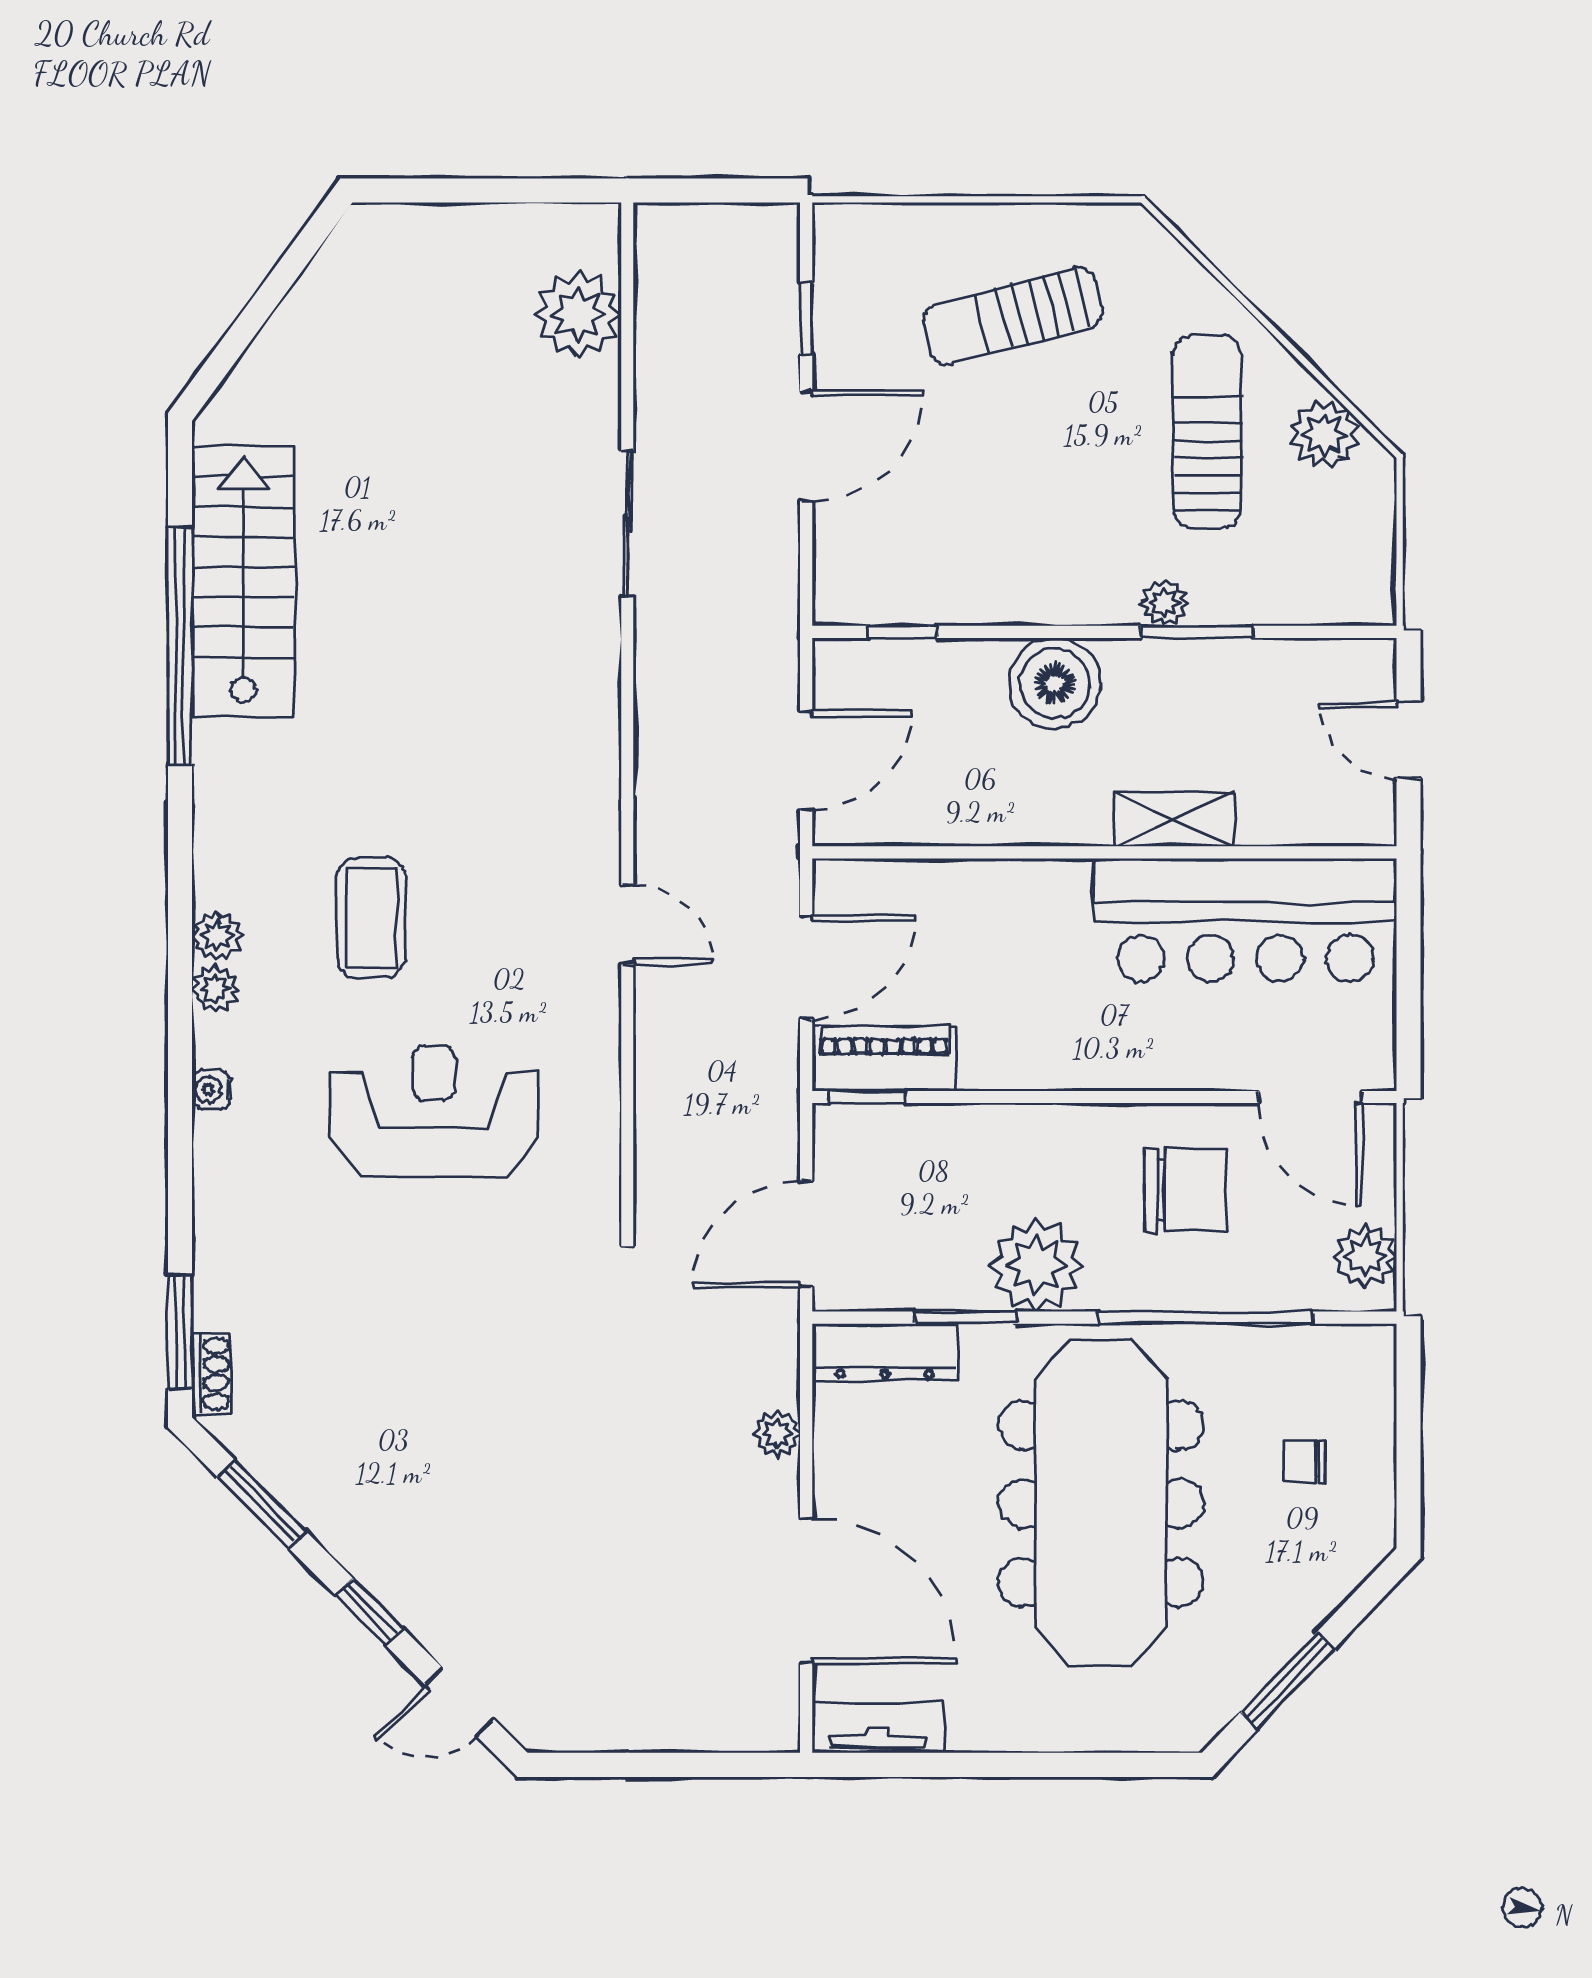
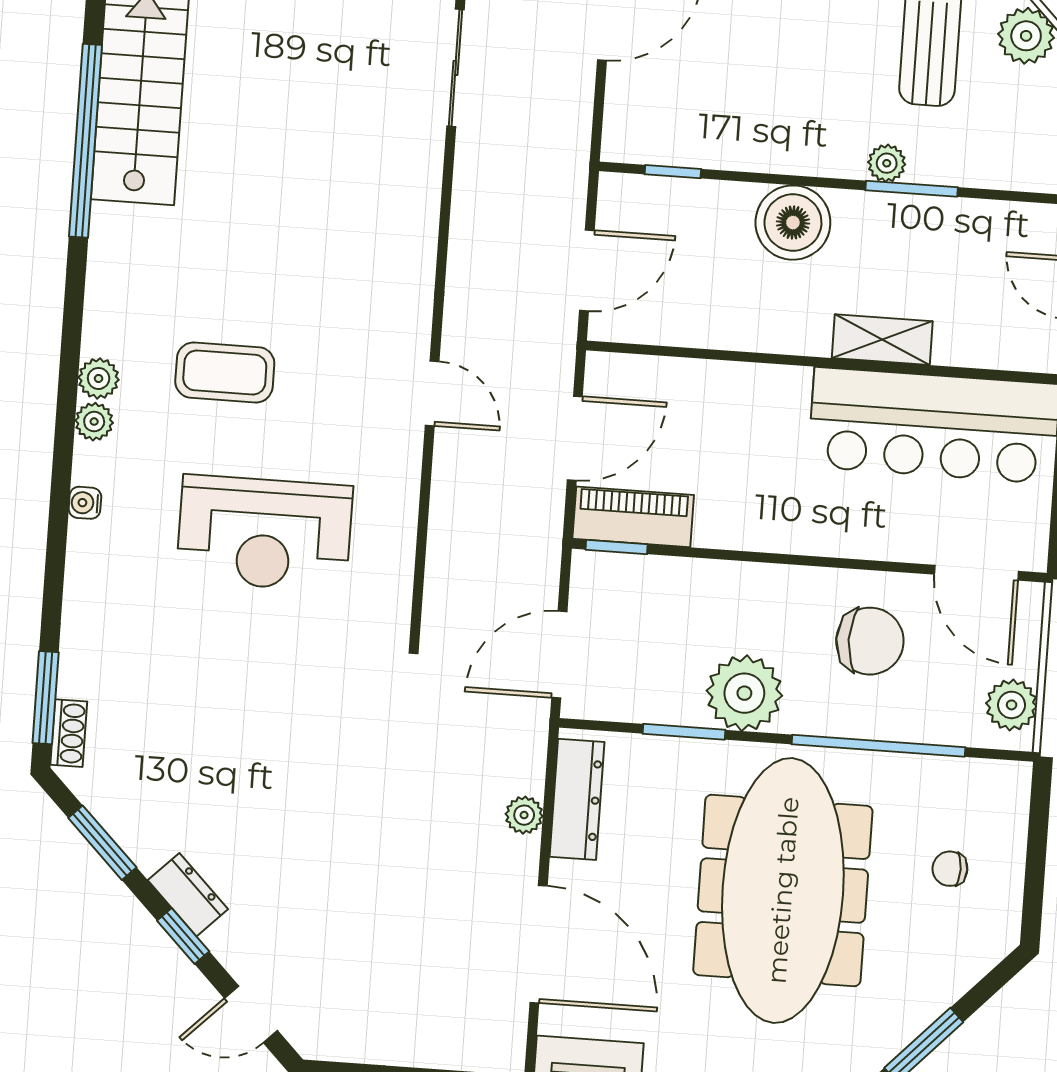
coffee table: (371, 917) -> (225, 372), turned 90
reception desk: (434, 1111) -> (264, 533), turned 180
dresser: (885, 1352) -> (577, 799), moved, turned -90
dresser: (372, 1561) -> (188, 895), added

